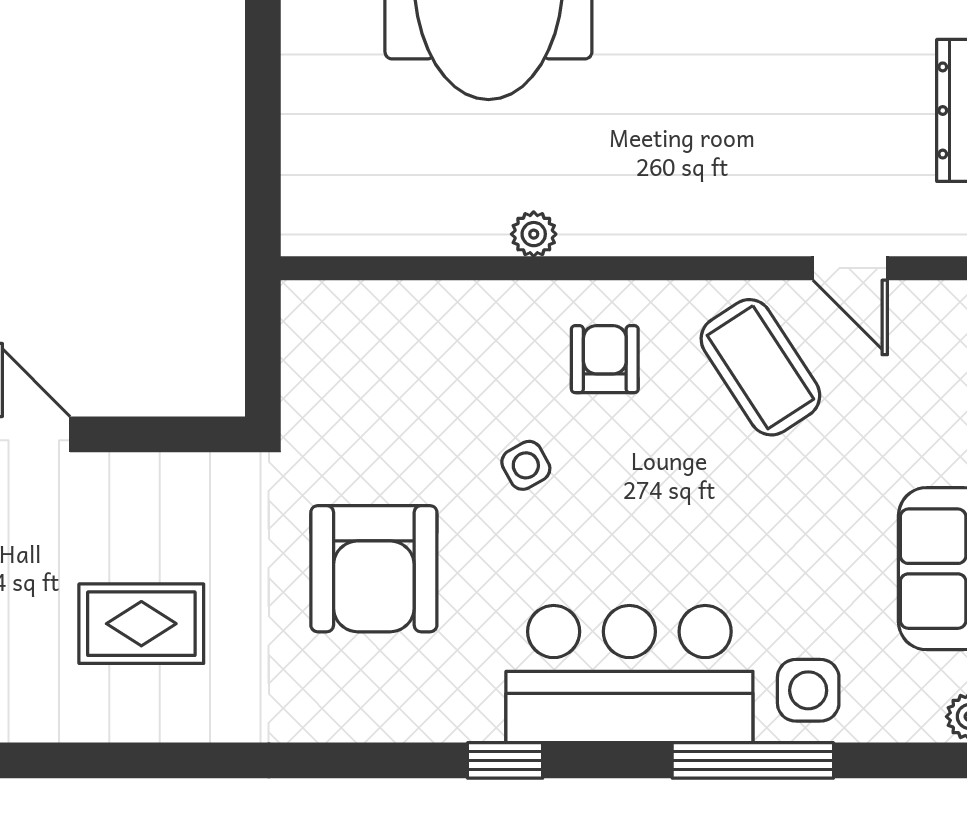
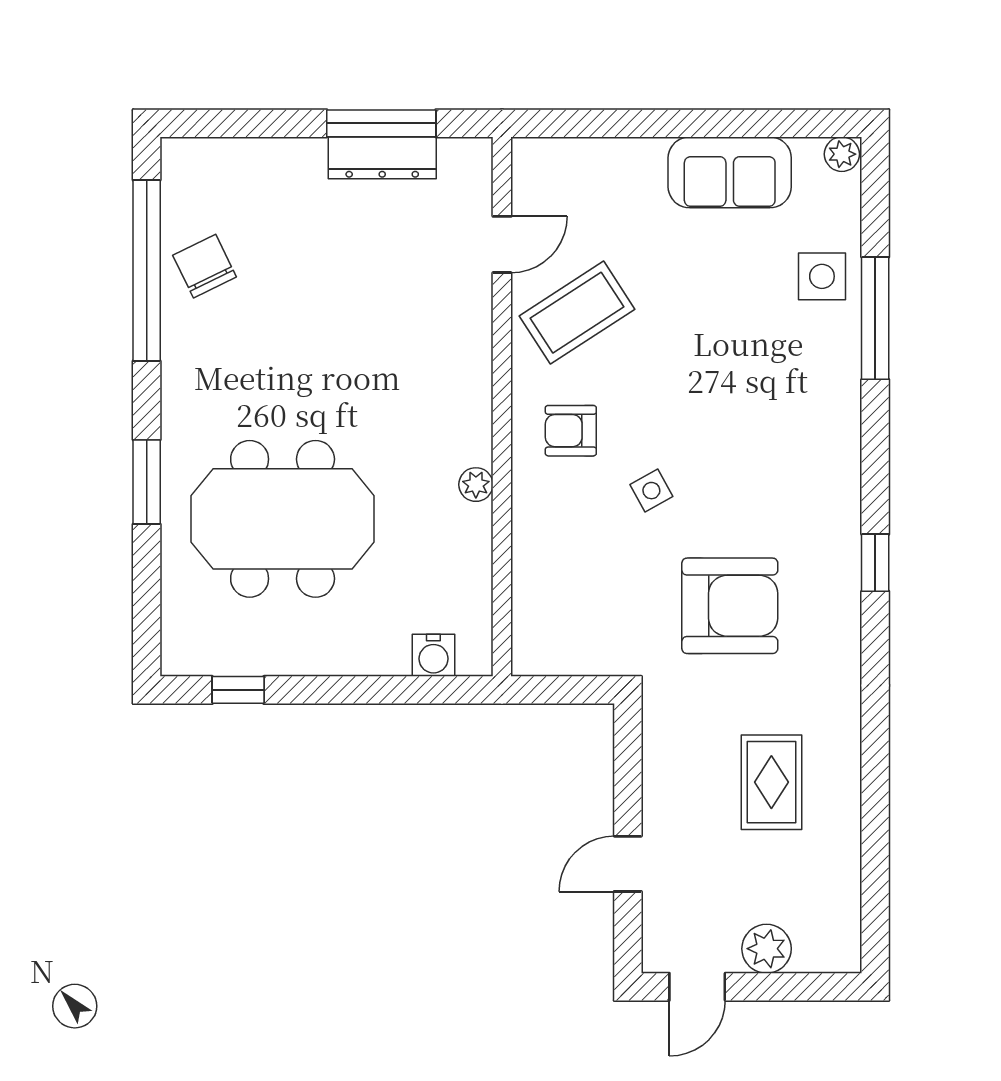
water cooler: (309, 178) -> (433, 655), added
bar counter: (629, 674) -> (810, 412), removed
window: (505, 760) -> (875, 563), moved

